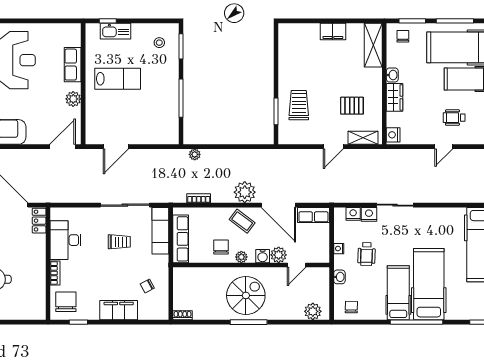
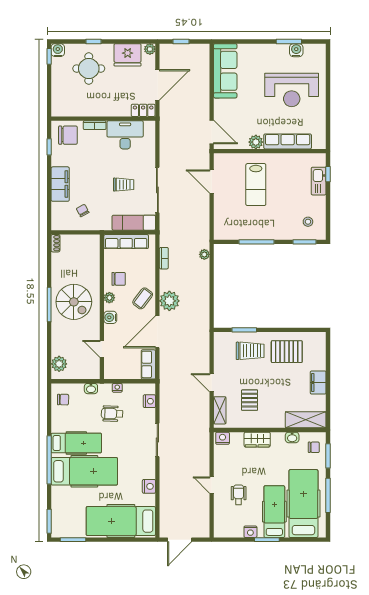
row of seats: (73, 65) -> (288, 141), width x1.48
pallet: (300, 66) -> (287, 352), added
washbasin: (392, 75) -> (292, 437), moved
lab bench: (118, 79) -> (256, 185), moved
nightstand: (369, 214) -> (149, 486), moved
trolley: (119, 242) -> (124, 185), turned -90
plant: (279, 255) -> (111, 332), removed

